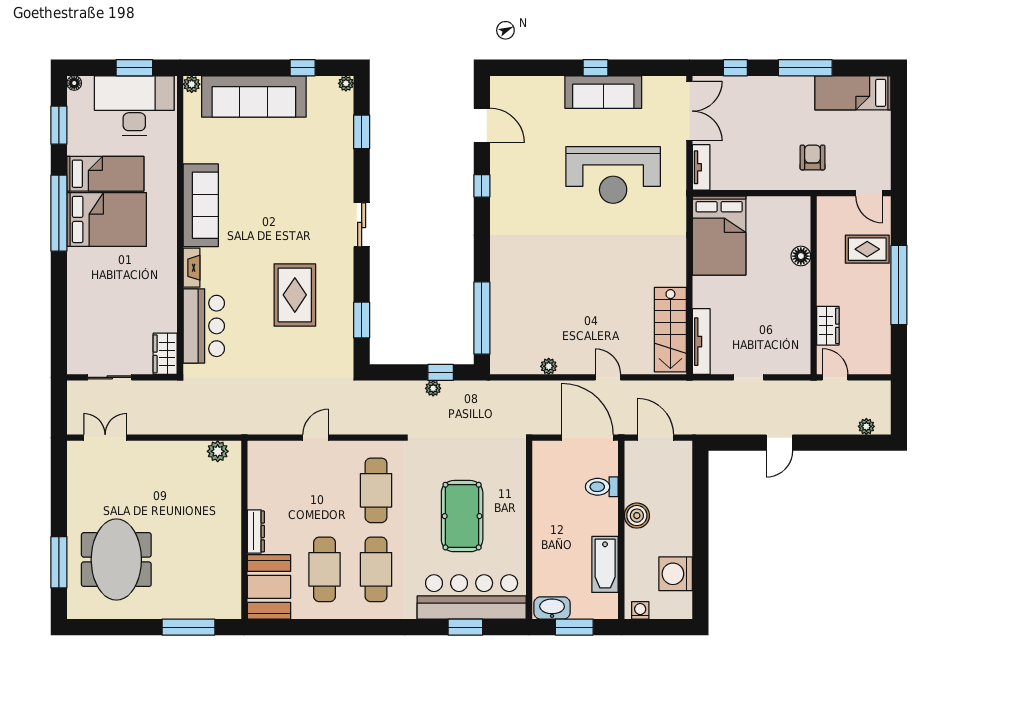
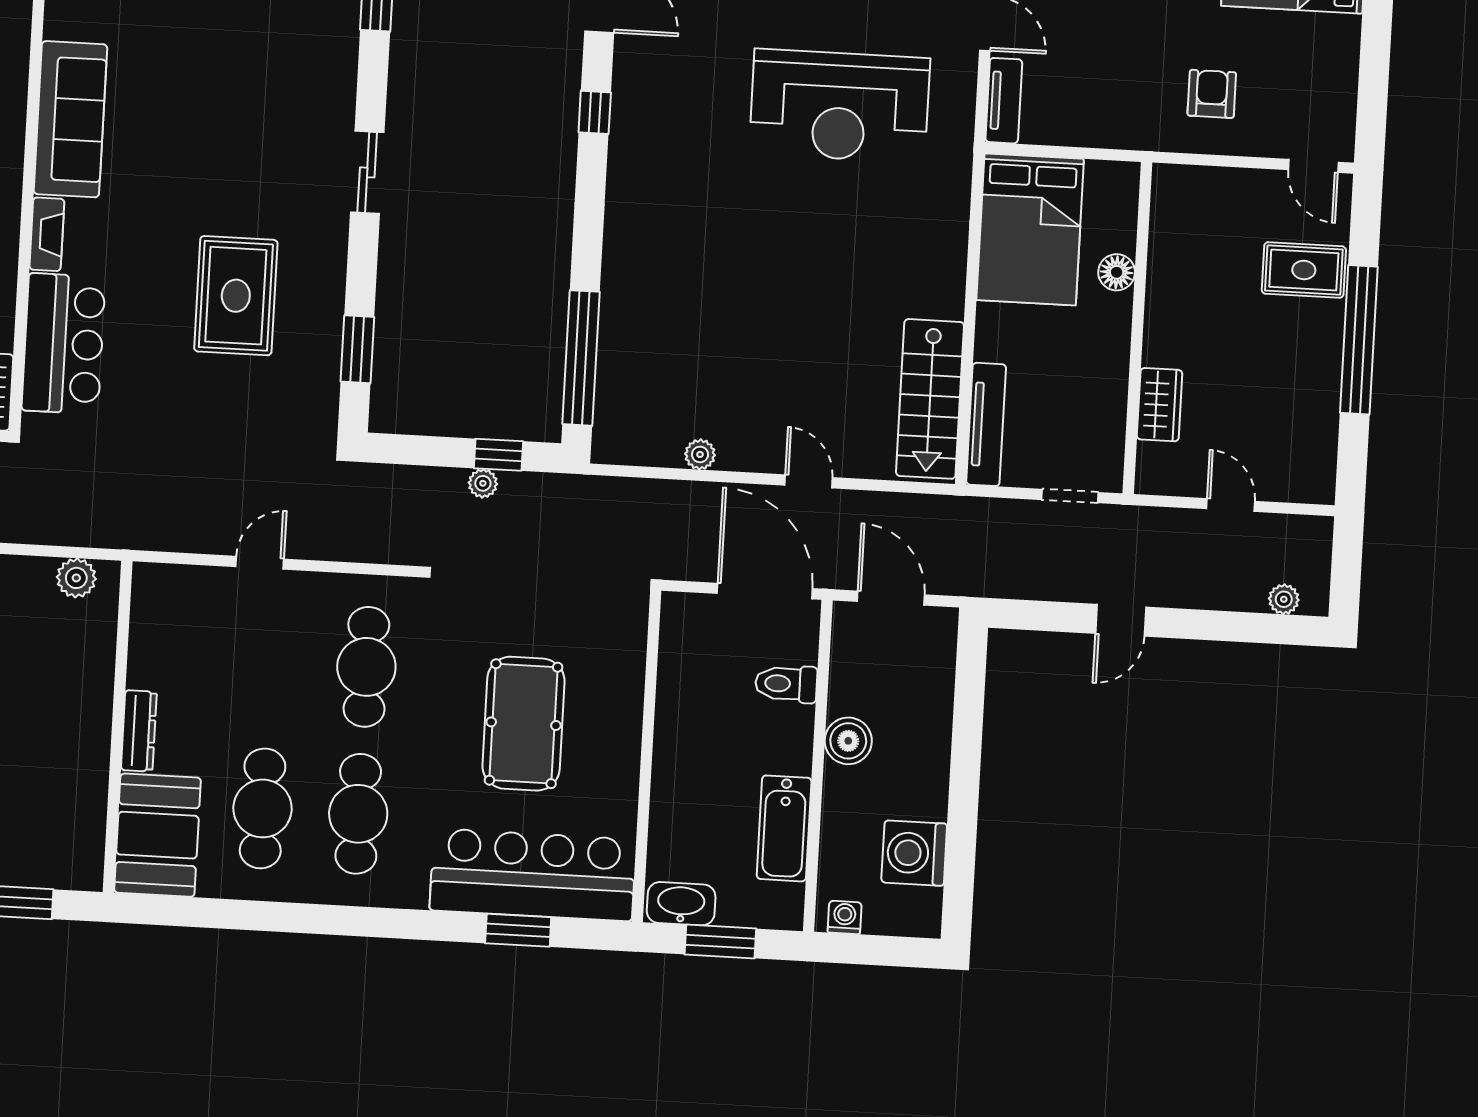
floor lamp: (801, 256) -> (1117, 272), moved
wall: (814, 285) -> (1137, 328), moved
wardrobe: (828, 326) -> (1160, 405), moved

